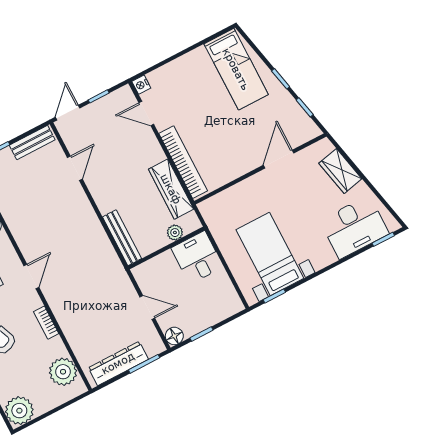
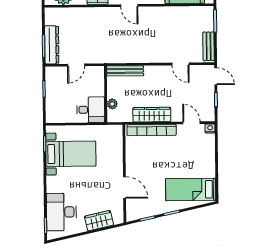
door: (146, 114) -> (191, 123), hinge flipped
wardrobe: (171, 189) -> (152, 115), moved
floor lamp: (174, 336) -> (51, 72), removed
dresser: (118, 363) -> (52, 45), moved

